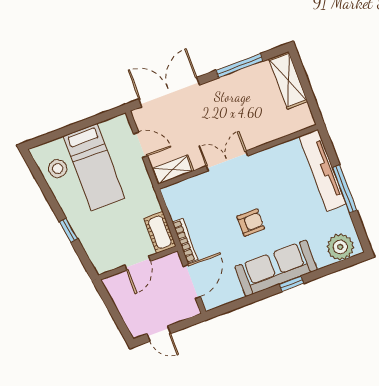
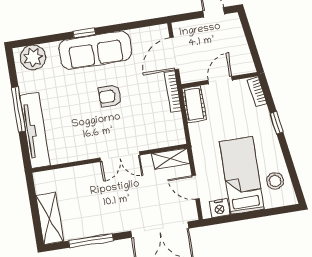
nightstand: (111, 128) -> (219, 208), added
bookcase: (96, 259) -> (257, 92), added

